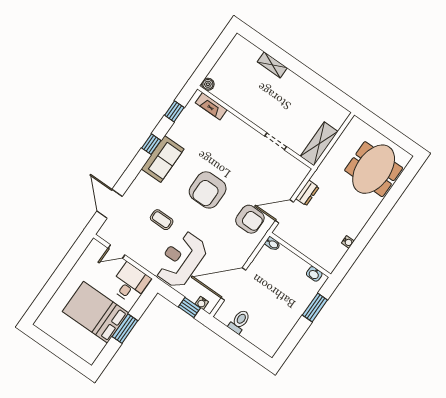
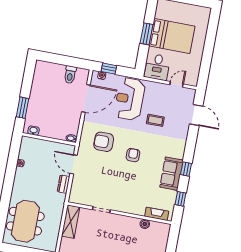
boiler: (208, 84) -> (145, 224), moved
sofa: (163, 159) -> (171, 174), moved
armchair: (208, 190) -> (133, 155), width x0.53, depth x0.53
door: (284, 211) -> (74, 164), swing flipped
armchair: (250, 219) -> (104, 142), moved
reception desk: (181, 259) -> (130, 99), turned 180

